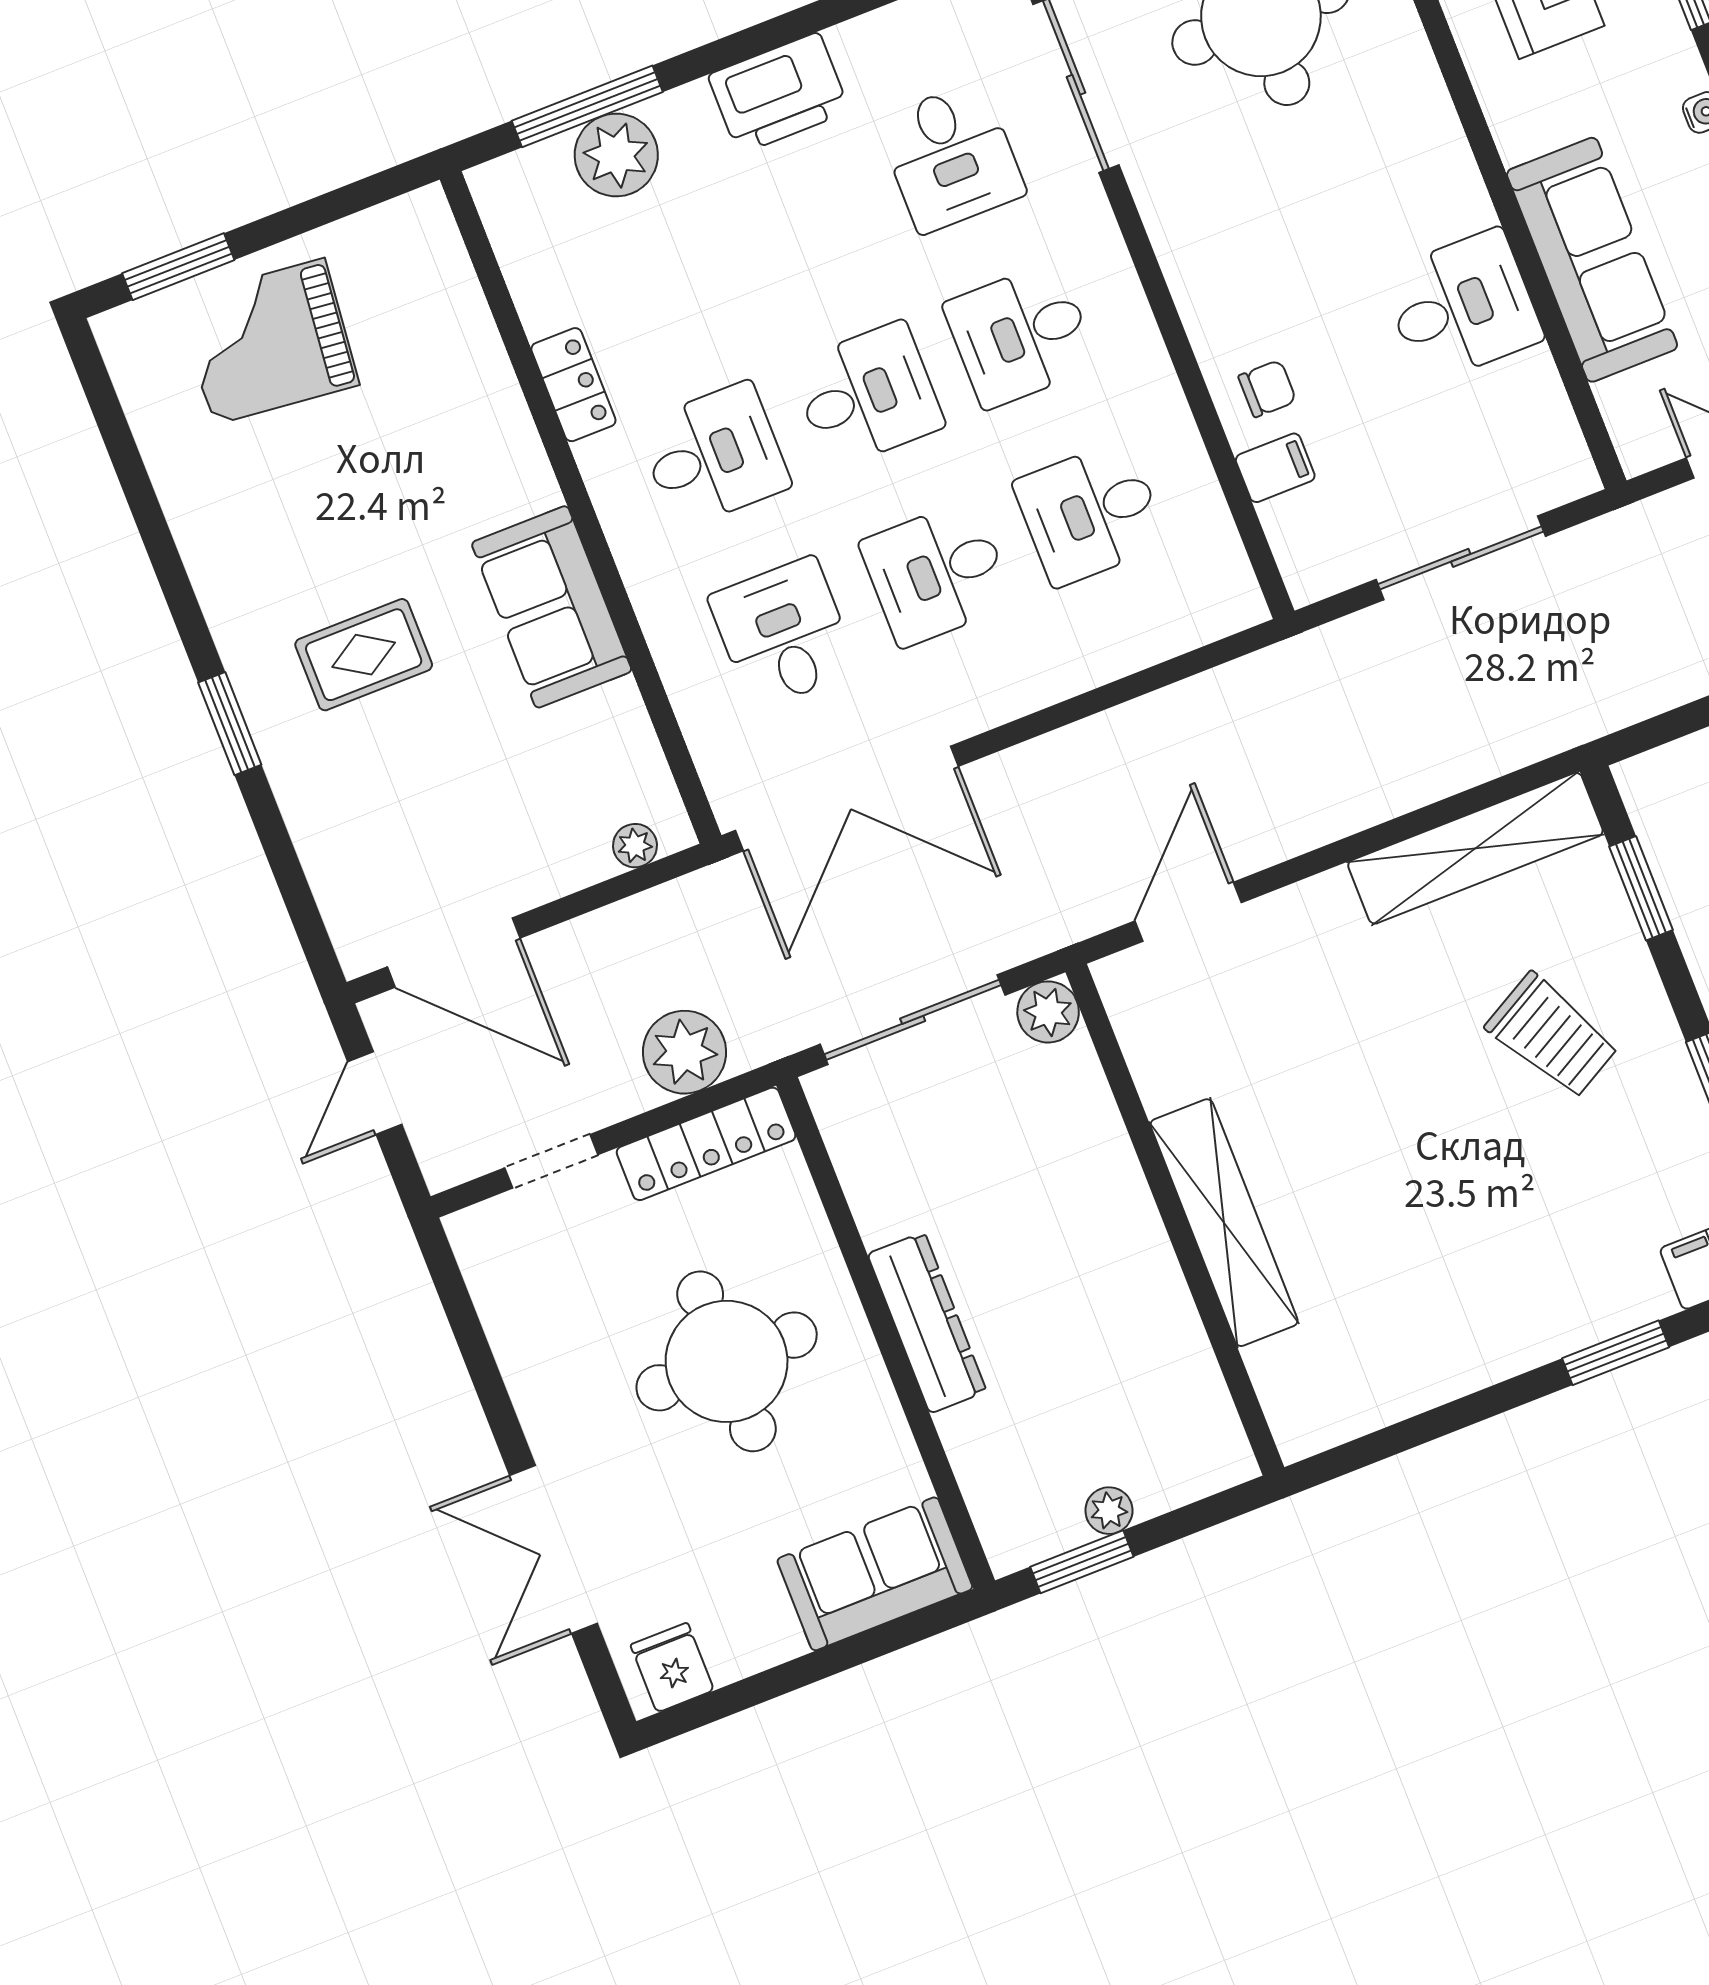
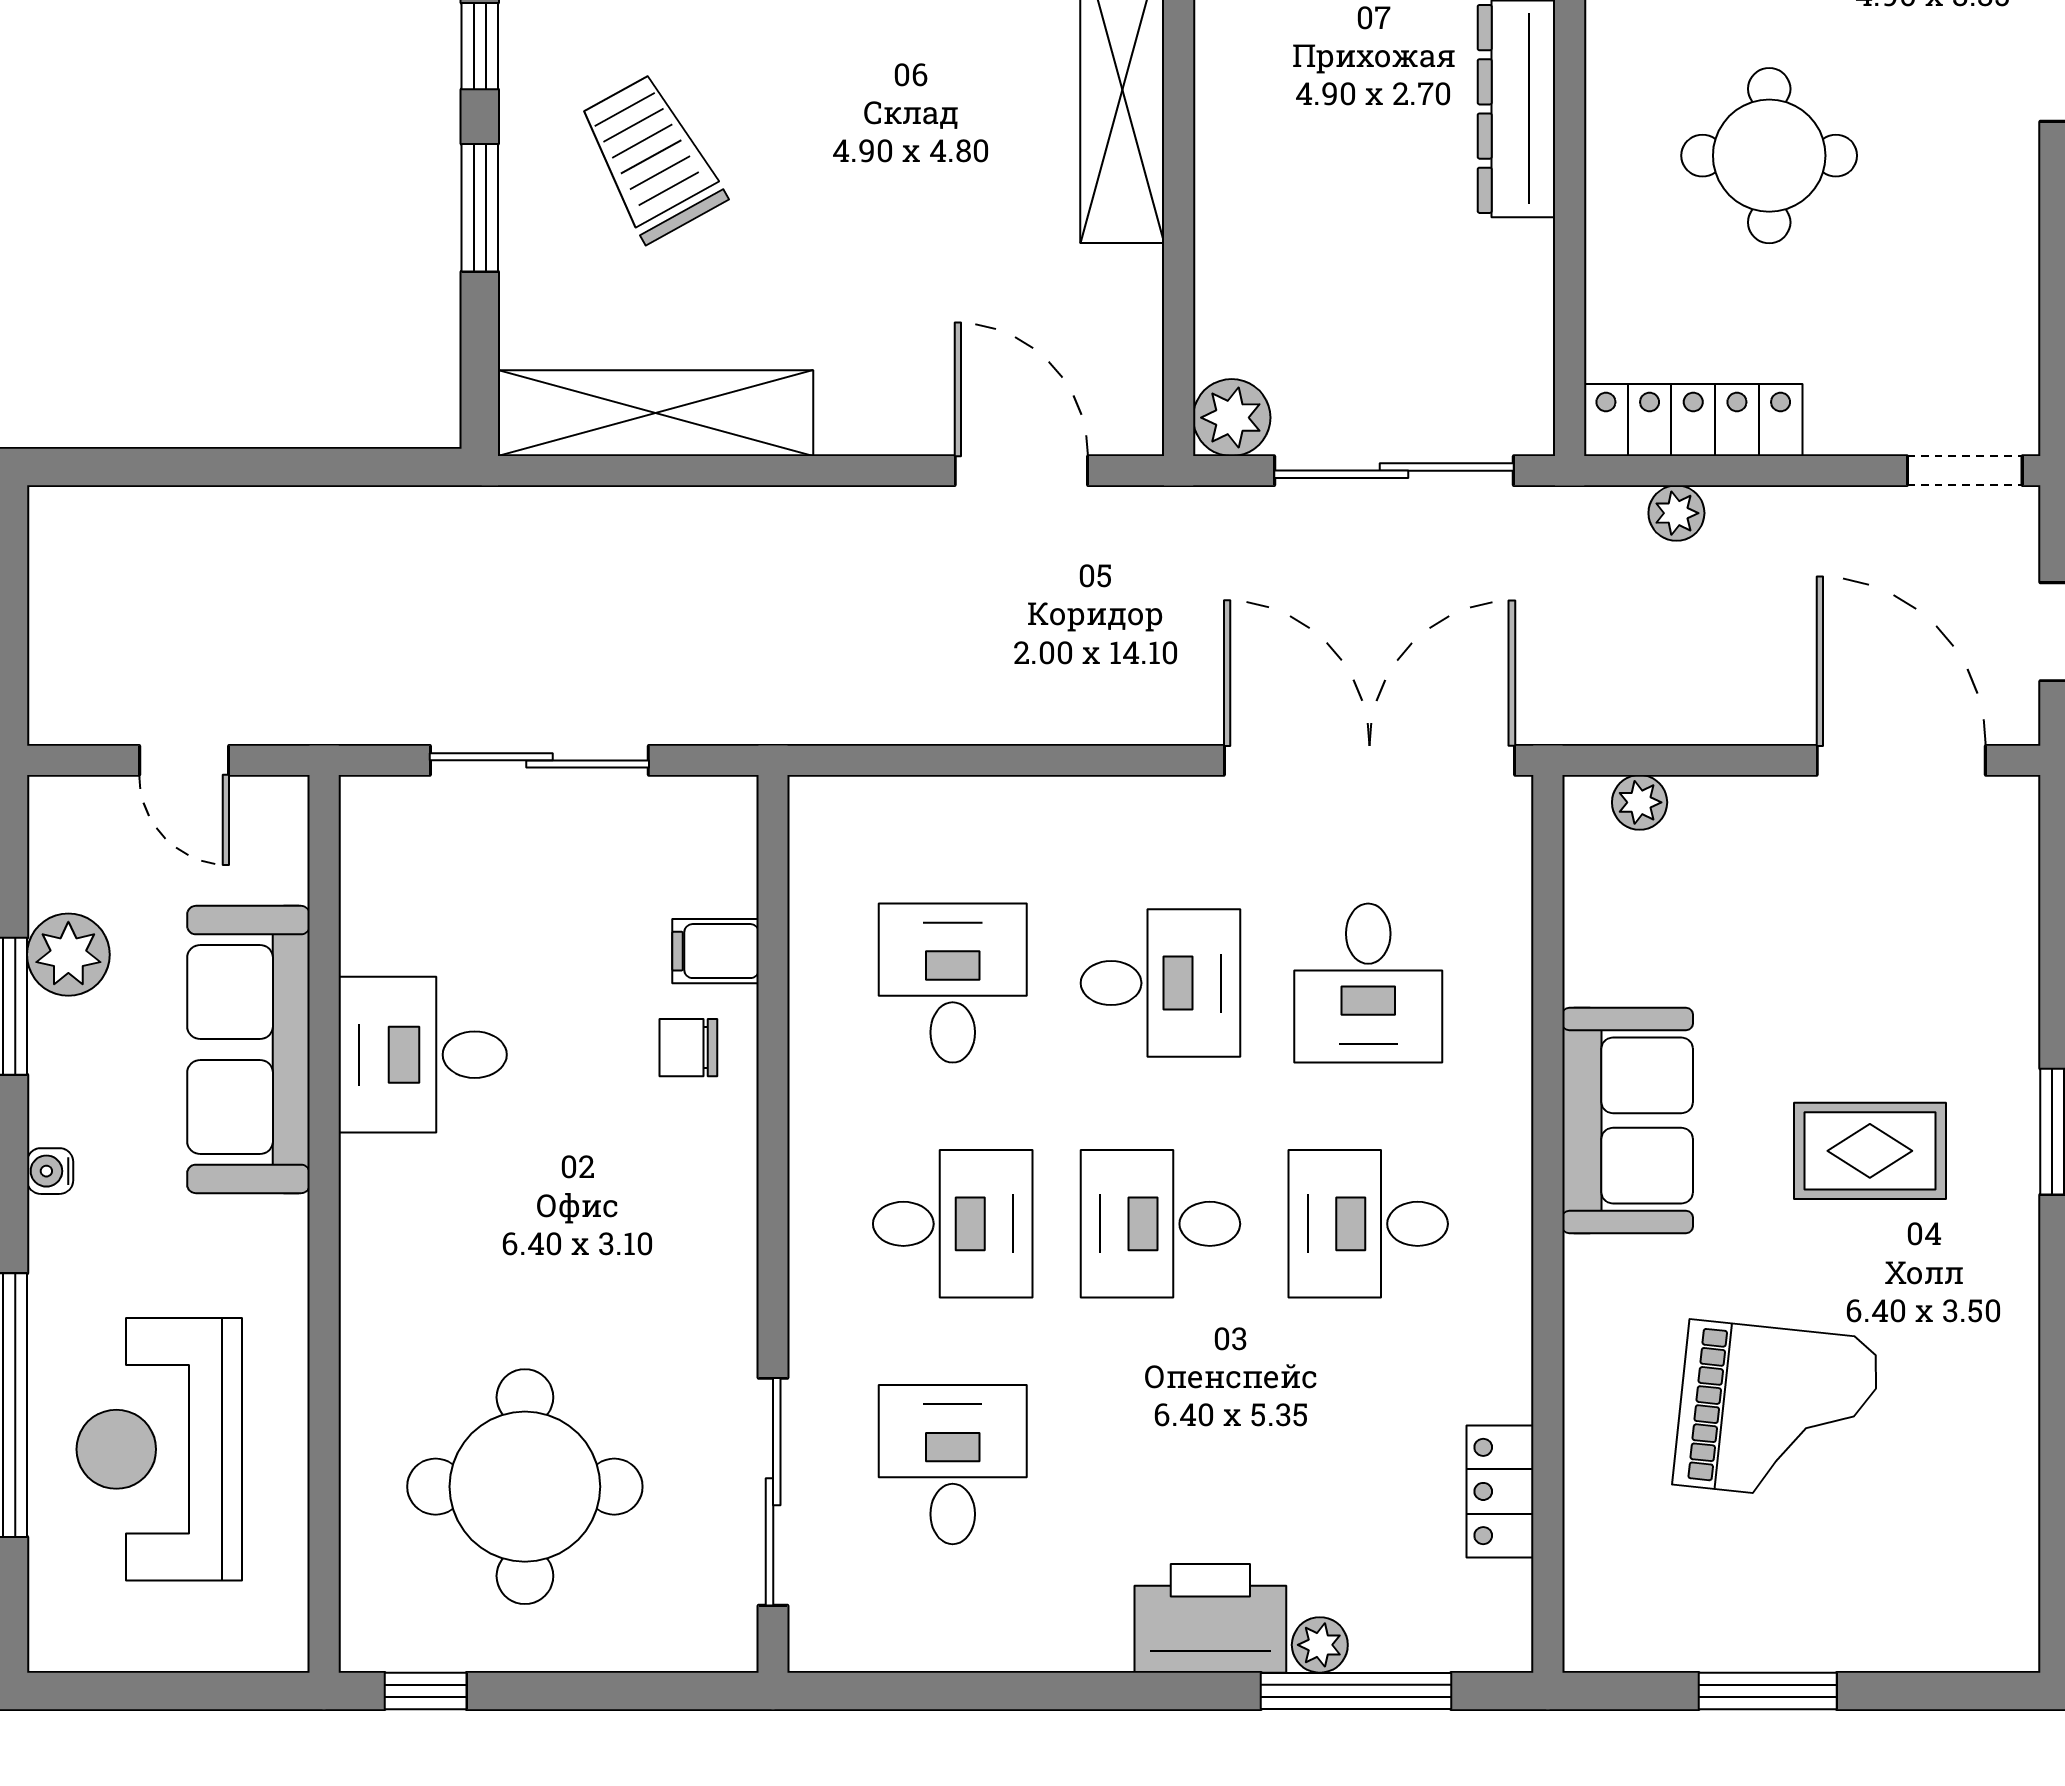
printer: (779, 93) -> (1210, 1618), moved
plant: (616, 155) -> (1320, 1645), width x0.53, depth x0.53
window: (178, 267) -> (1768, 1691), moved
grand piano: (268, 342) -> (1777, 1412), moved
locker: (573, 385) -> (1500, 1491), moved
desk: (1091, 513) -> (953, 983), turned -90
window: (1641, 888) -> (480, 208), moved
door: (1188, 912) -> (1021, 471), swing flipped
plant: (684, 1052) -> (1676, 513), width x0.53, depth x0.53
doorway: (551, 1161) -> (1965, 471), moved
round table: (727, 1361) -> (1769, 156), width x0.73, depth x0.73

